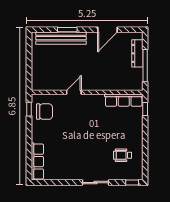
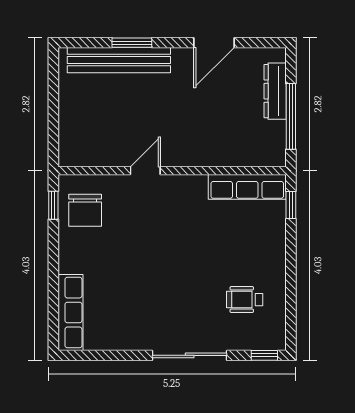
chair: (44, 112) -> (85, 210), turned 90
sliding door: (96, 183) -> (190, 355), width x1.37

